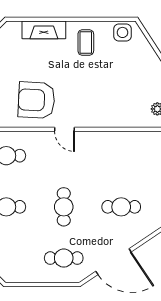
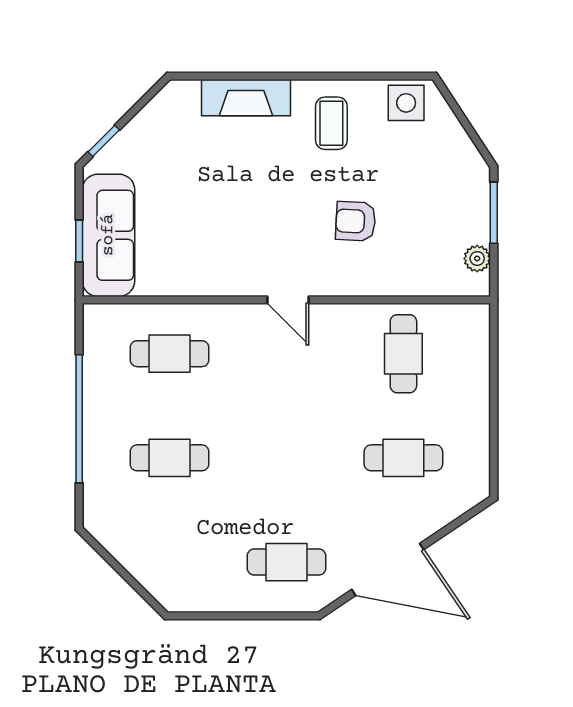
armchair: (36, 100) -> (356, 221), moved, width x0.53, depth x0.53
cafe table: (64, 207) -> (403, 354), moved

